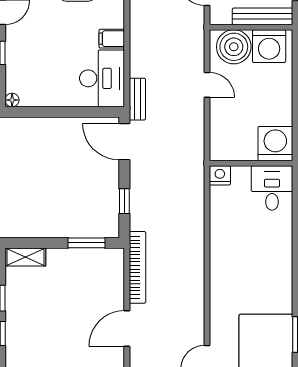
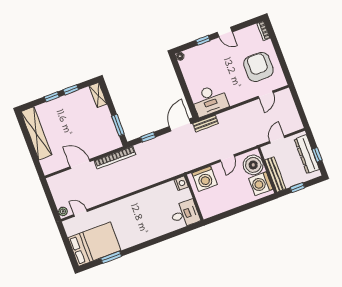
filing cabinet: (112, 39) -> (233, 98), removed
washing machine: (275, 144) -> (205, 179), moved, turned 90

